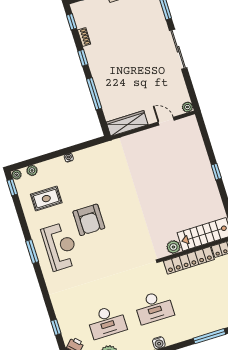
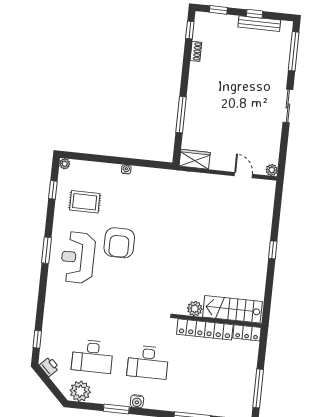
sliding door: (178, 49) -> (288, 106), width x0.73
window: (83, 58) -> (185, 72), removed
wardrobe: (127, 123) -> (195, 159), width x0.67
plant: (32, 170) -> (82, 166), removed
window: (12, 187) -> (53, 190), moved
reception desk: (60, 246) -> (78, 258), turned 180

